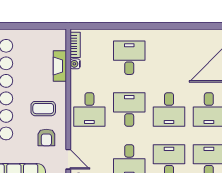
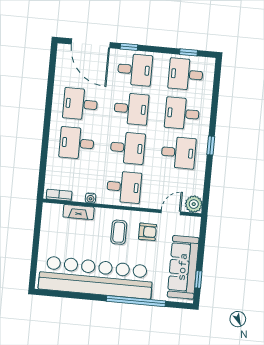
desk: (169, 58) -> (80, 104), added
water cooler: (75, 64) -> (91, 198), moved
desk: (129, 110) -> (128, 148), turned 180

